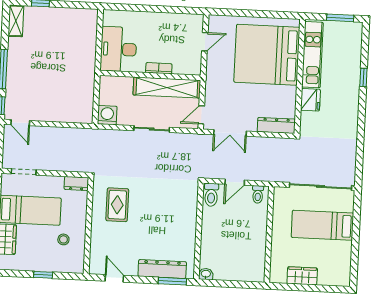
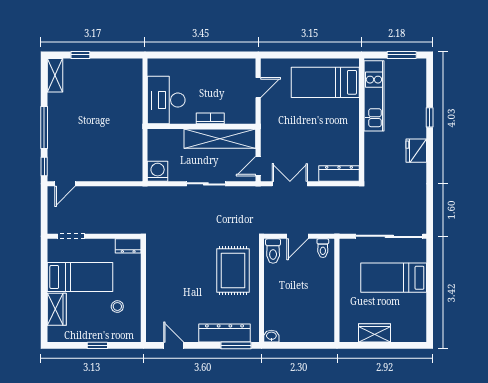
bed: (267, 55) -> (325, 82), width x0.49
fridge: (310, 100) -> (416, 151), moved, turned 180
door: (20, 123) -> (65, 184), hinge flipped
double door: (230, 133) -> (290, 184), swing flipped
rug: (117, 205) -> (233, 271), moved, width x1.36, depth x1.43

